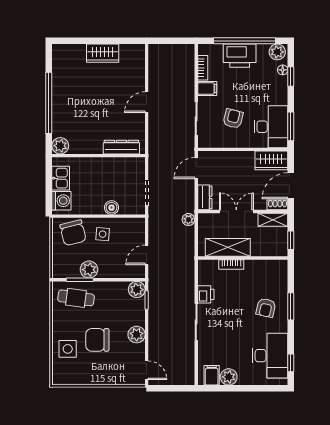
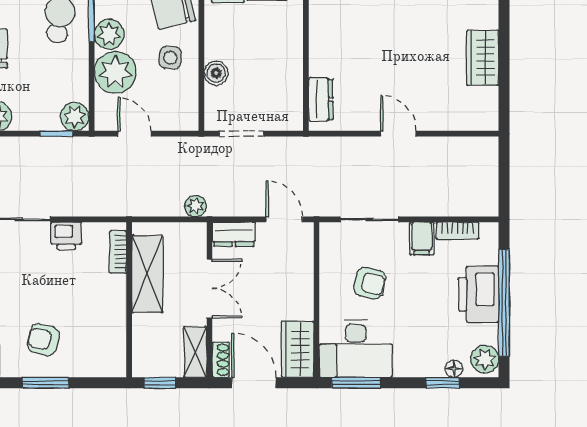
dresser: (121, 147) -> (321, 99), width x0.70
bookcase: (231, 264) -> (118, 252), moved
plant: (111, 266) -> (115, 72), added

